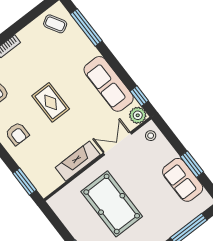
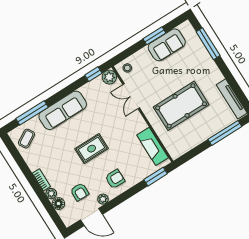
sofa: (109, 84) -> (63, 110), moved
fireplace: (78, 161) -> (153, 146), moved

